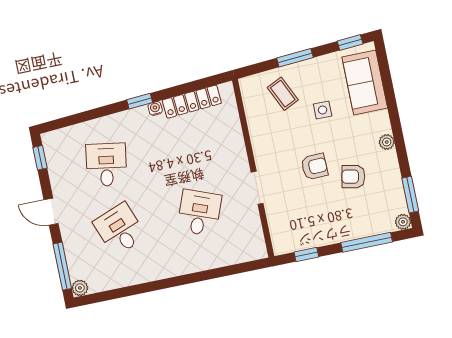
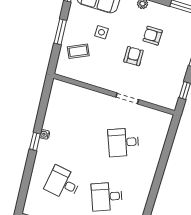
locker: (192, 102) -> (53, 110), removed
armchair: (353, 177) -> (153, 36), turned 78
desk: (199, 213) -> (123, 142), turned -42

